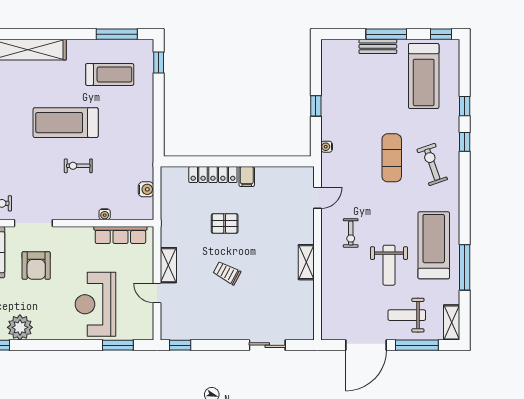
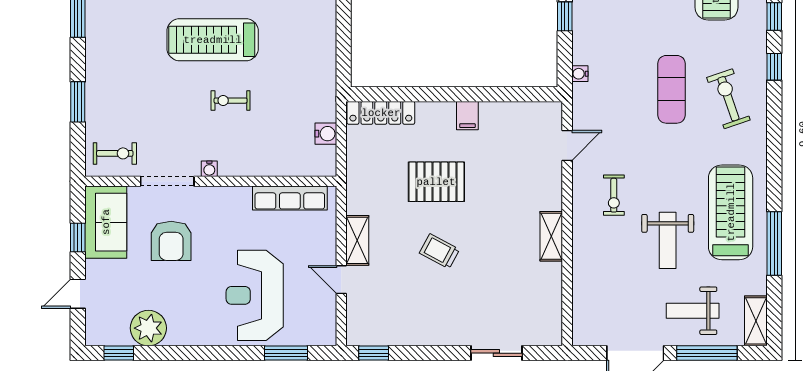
locker: (213, 174) -> (381, 113), moved
water cooler: (105, 214) -> (209, 169), moved
pallet: (225, 223) -> (436, 182), width x1.50, depth x1.42

